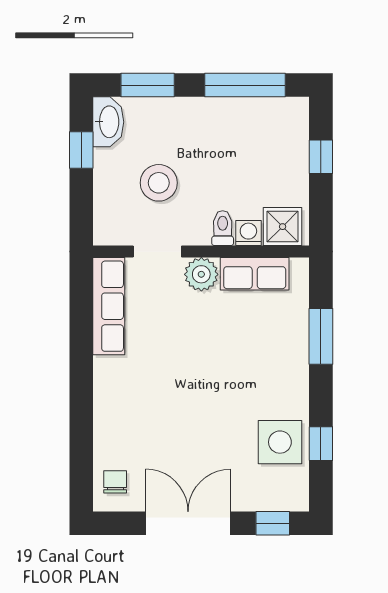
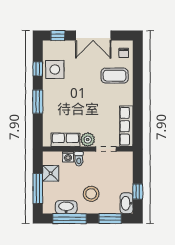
washbasin: (253, 112) -> (66, 207), added
window: (321, 157) -> (38, 189), width x2.17
stool: (159, 183) -> (91, 194), moved
shower: (283, 227) -> (51, 173), moved
window: (321, 336) -> (38, 102), moved
coffee table: (137, 427) -> (115, 76), added

